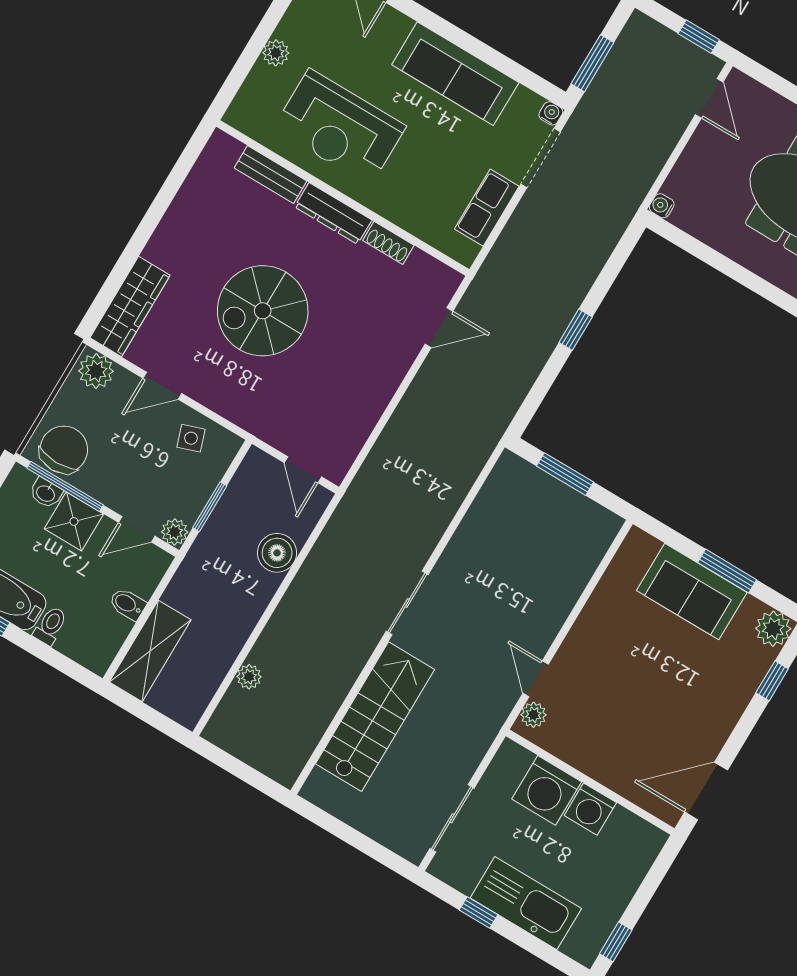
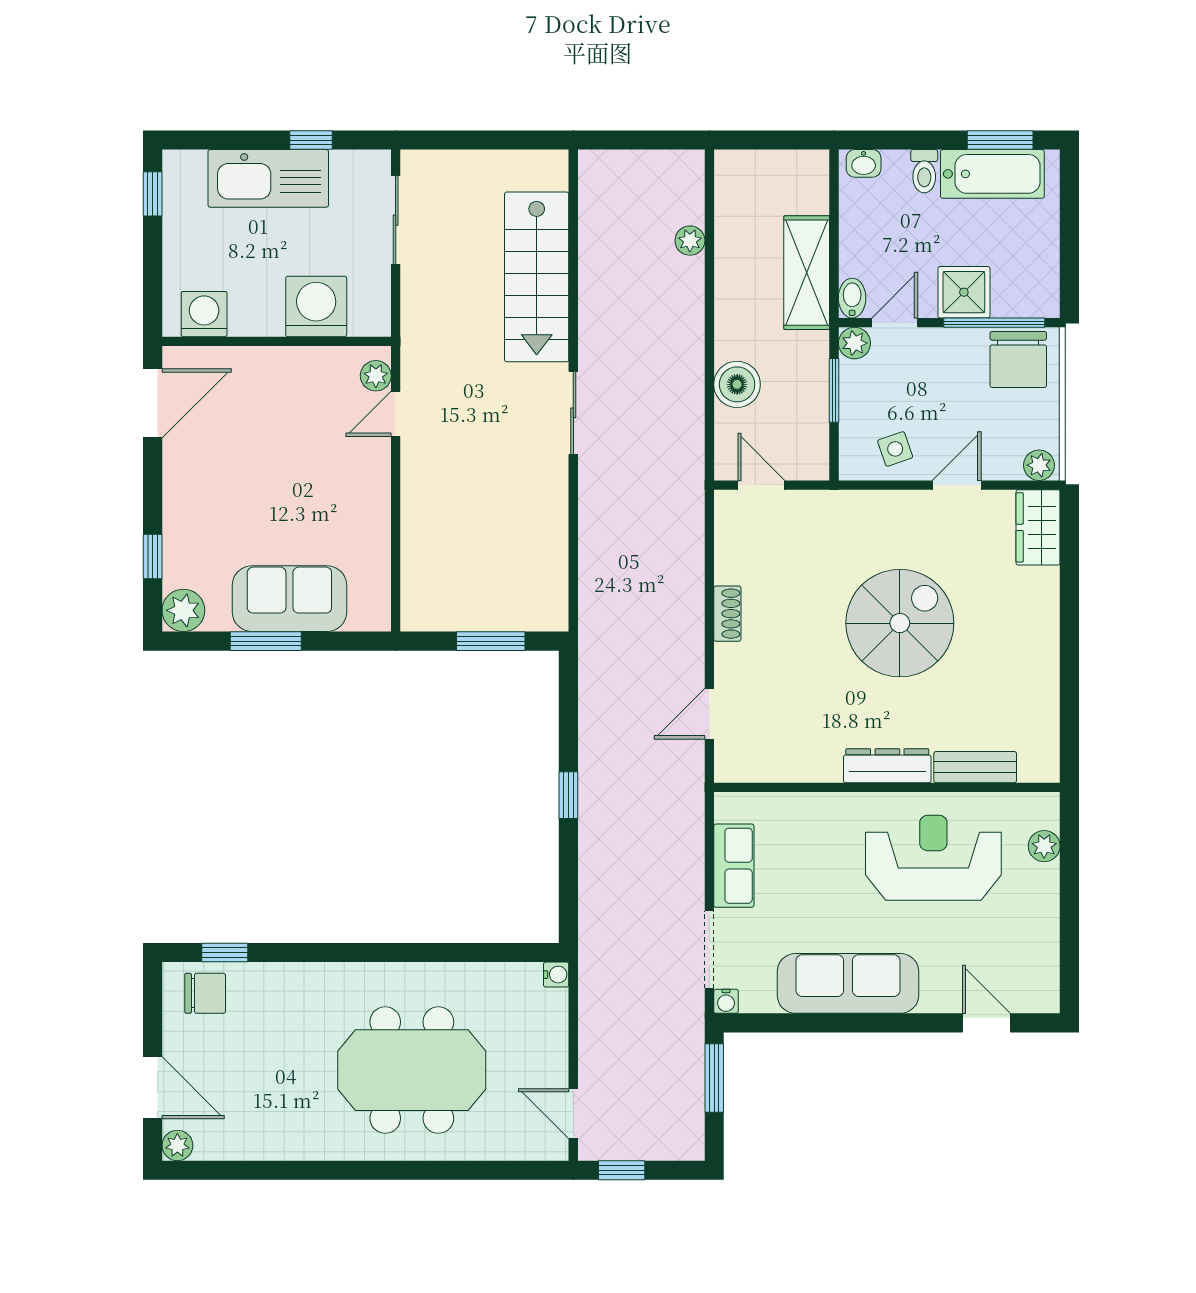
plant: (276, 53) -> (1044, 846), moved
shoe rack: (388, 243) -> (727, 614), moved, turned 90
wardrobe: (130, 306) -> (1038, 527), width x0.67
plant: (96, 371) -> (1039, 465), width x0.73, depth x0.73
washbasin: (46, 493) -> (864, 163), moved, turned 180
bidet: (128, 604) -> (852, 298), moved, turned -90
shelving: (150, 651) -> (807, 273), moved
door: (536, 679) -> (396, 414), swing flipped
washing machine: (590, 809) -> (204, 314), moved

